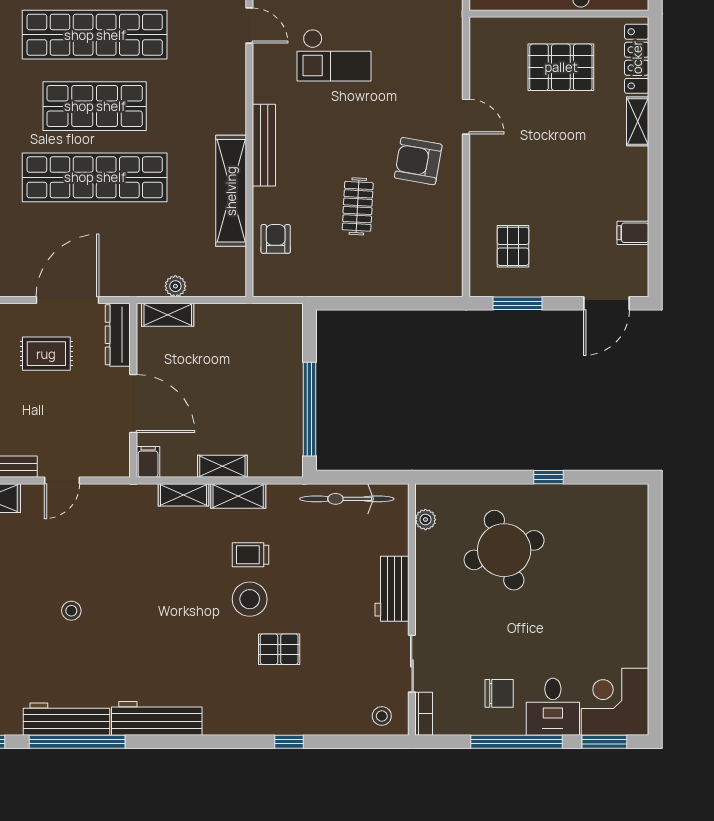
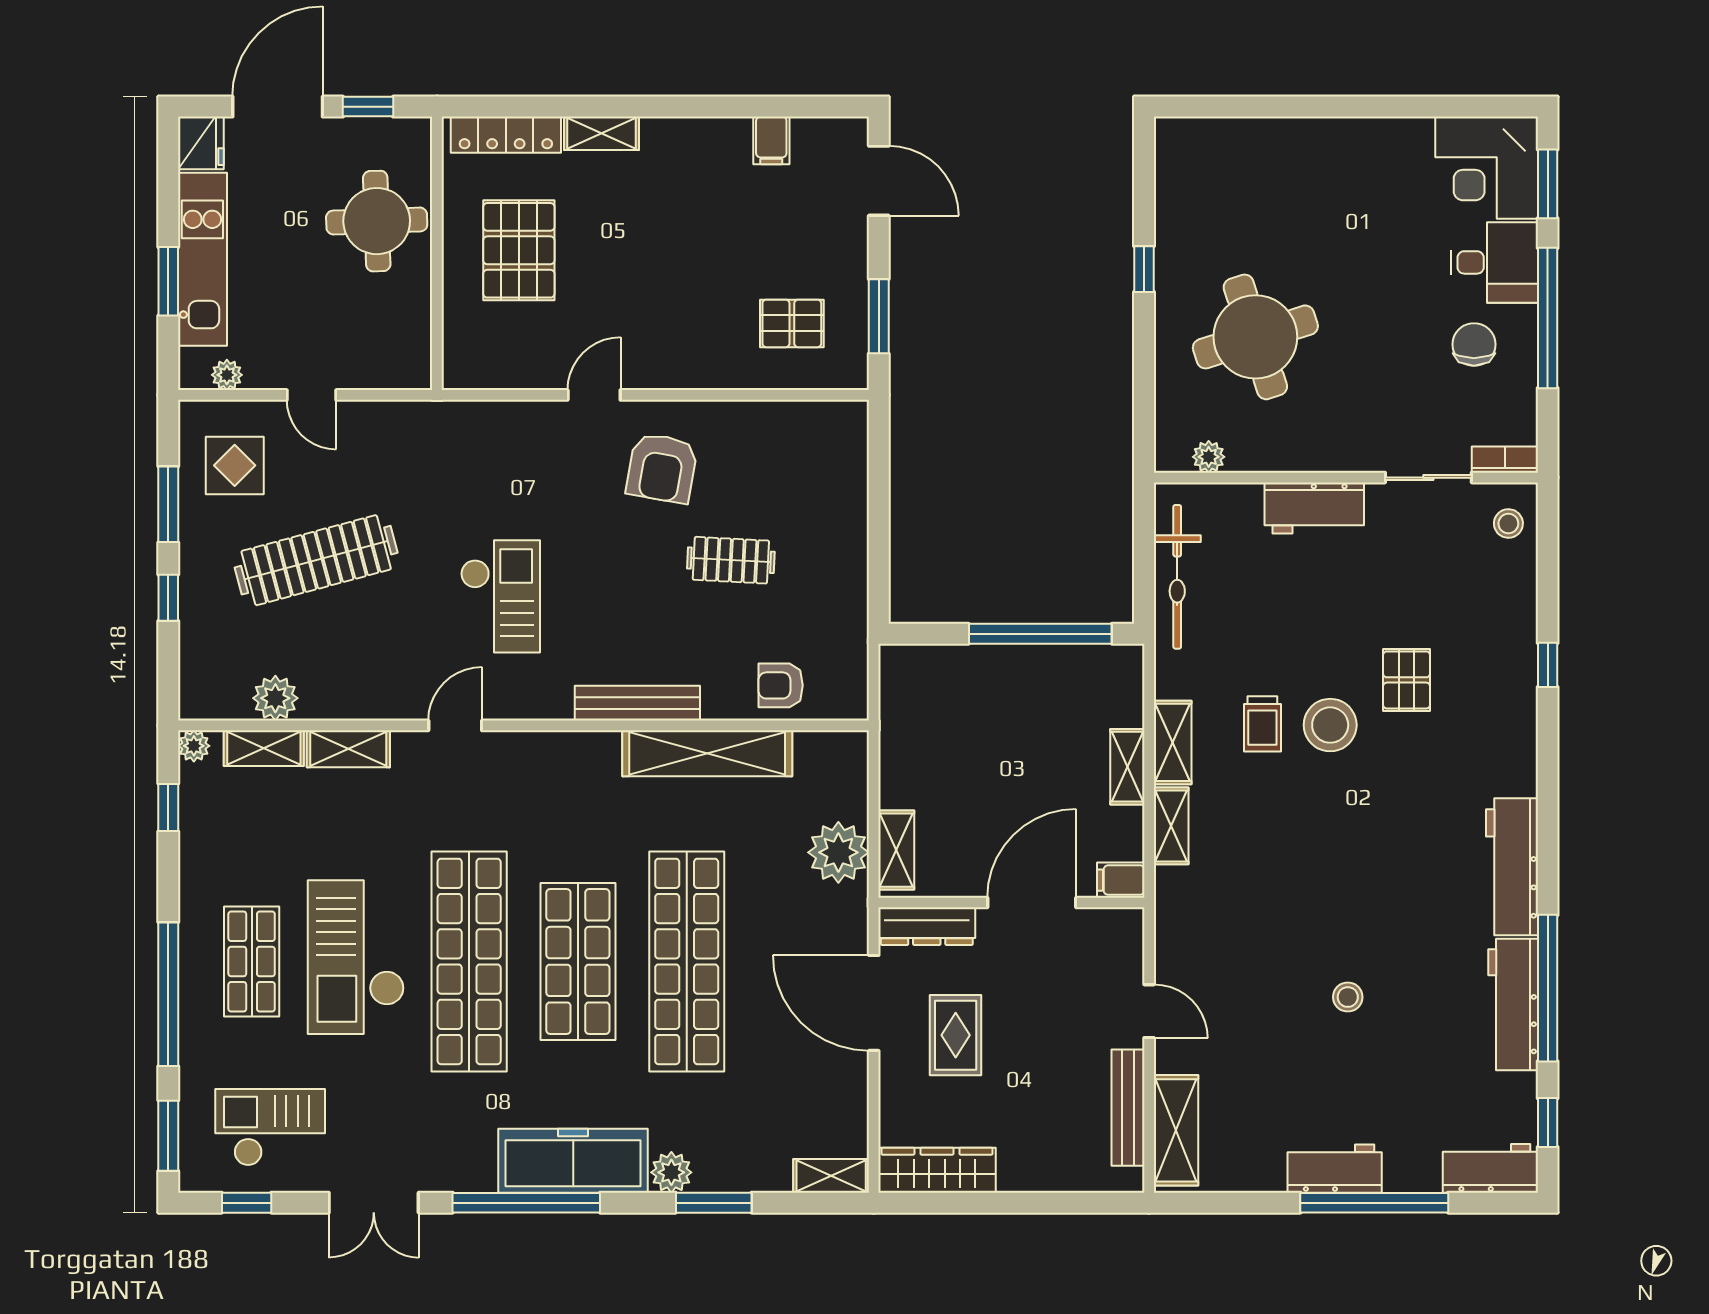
plant: (175, 286) -> (838, 852), width x1.88, depth x1.88

